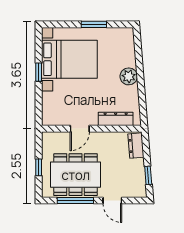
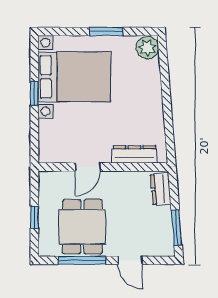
plant: (129, 76) -> (147, 48), moved
dining table: (76, 175) -> (82, 227), width x0.73
window: (148, 175) -> (177, 228), width x1.50

